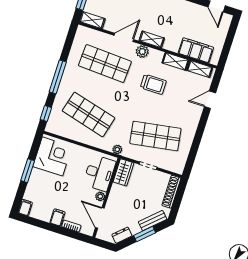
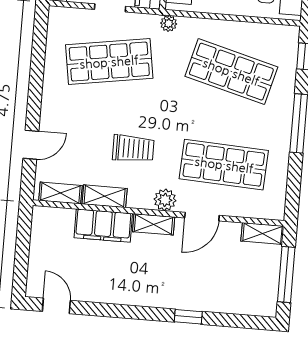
filing cabinet: (196, 50) -> (103, 226), moved
trolley: (153, 84) -> (133, 149), turned 180

